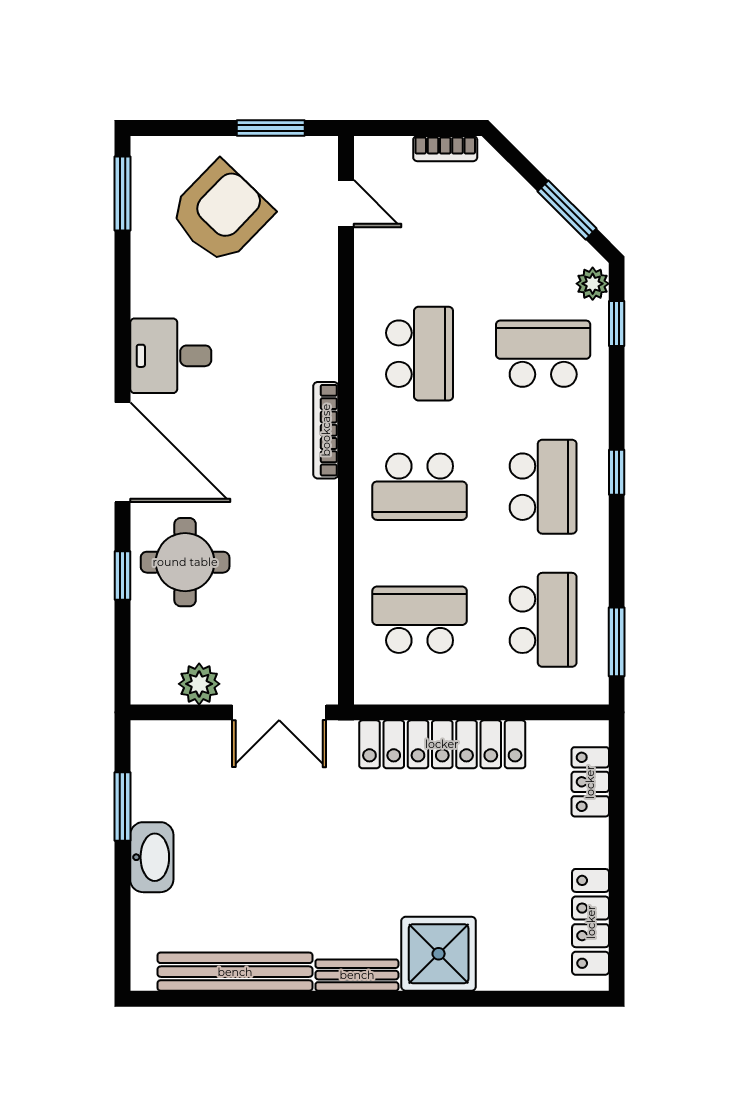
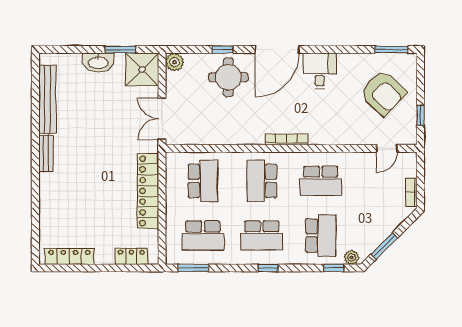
window: (271, 128) -> (420, 115), width x0.67
plant: (199, 684) -> (175, 62), moved
shower: (439, 954) -> (142, 69), moved

